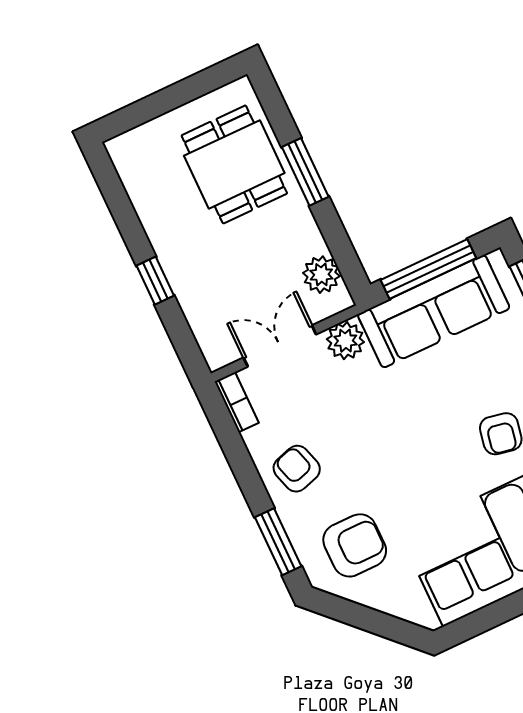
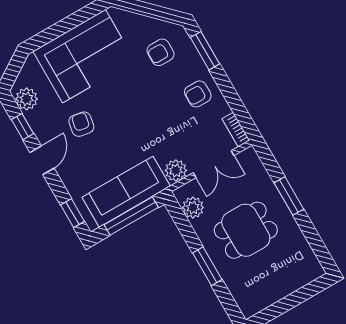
dining table: (234, 164) -> (246, 230), moved, turned 90
window: (155, 281) -> (289, 196), width x1.50
armchair: (297, 469) -> (198, 94), turned 107
armchair: (355, 545) -> (160, 52), width x0.72, depth x0.72

